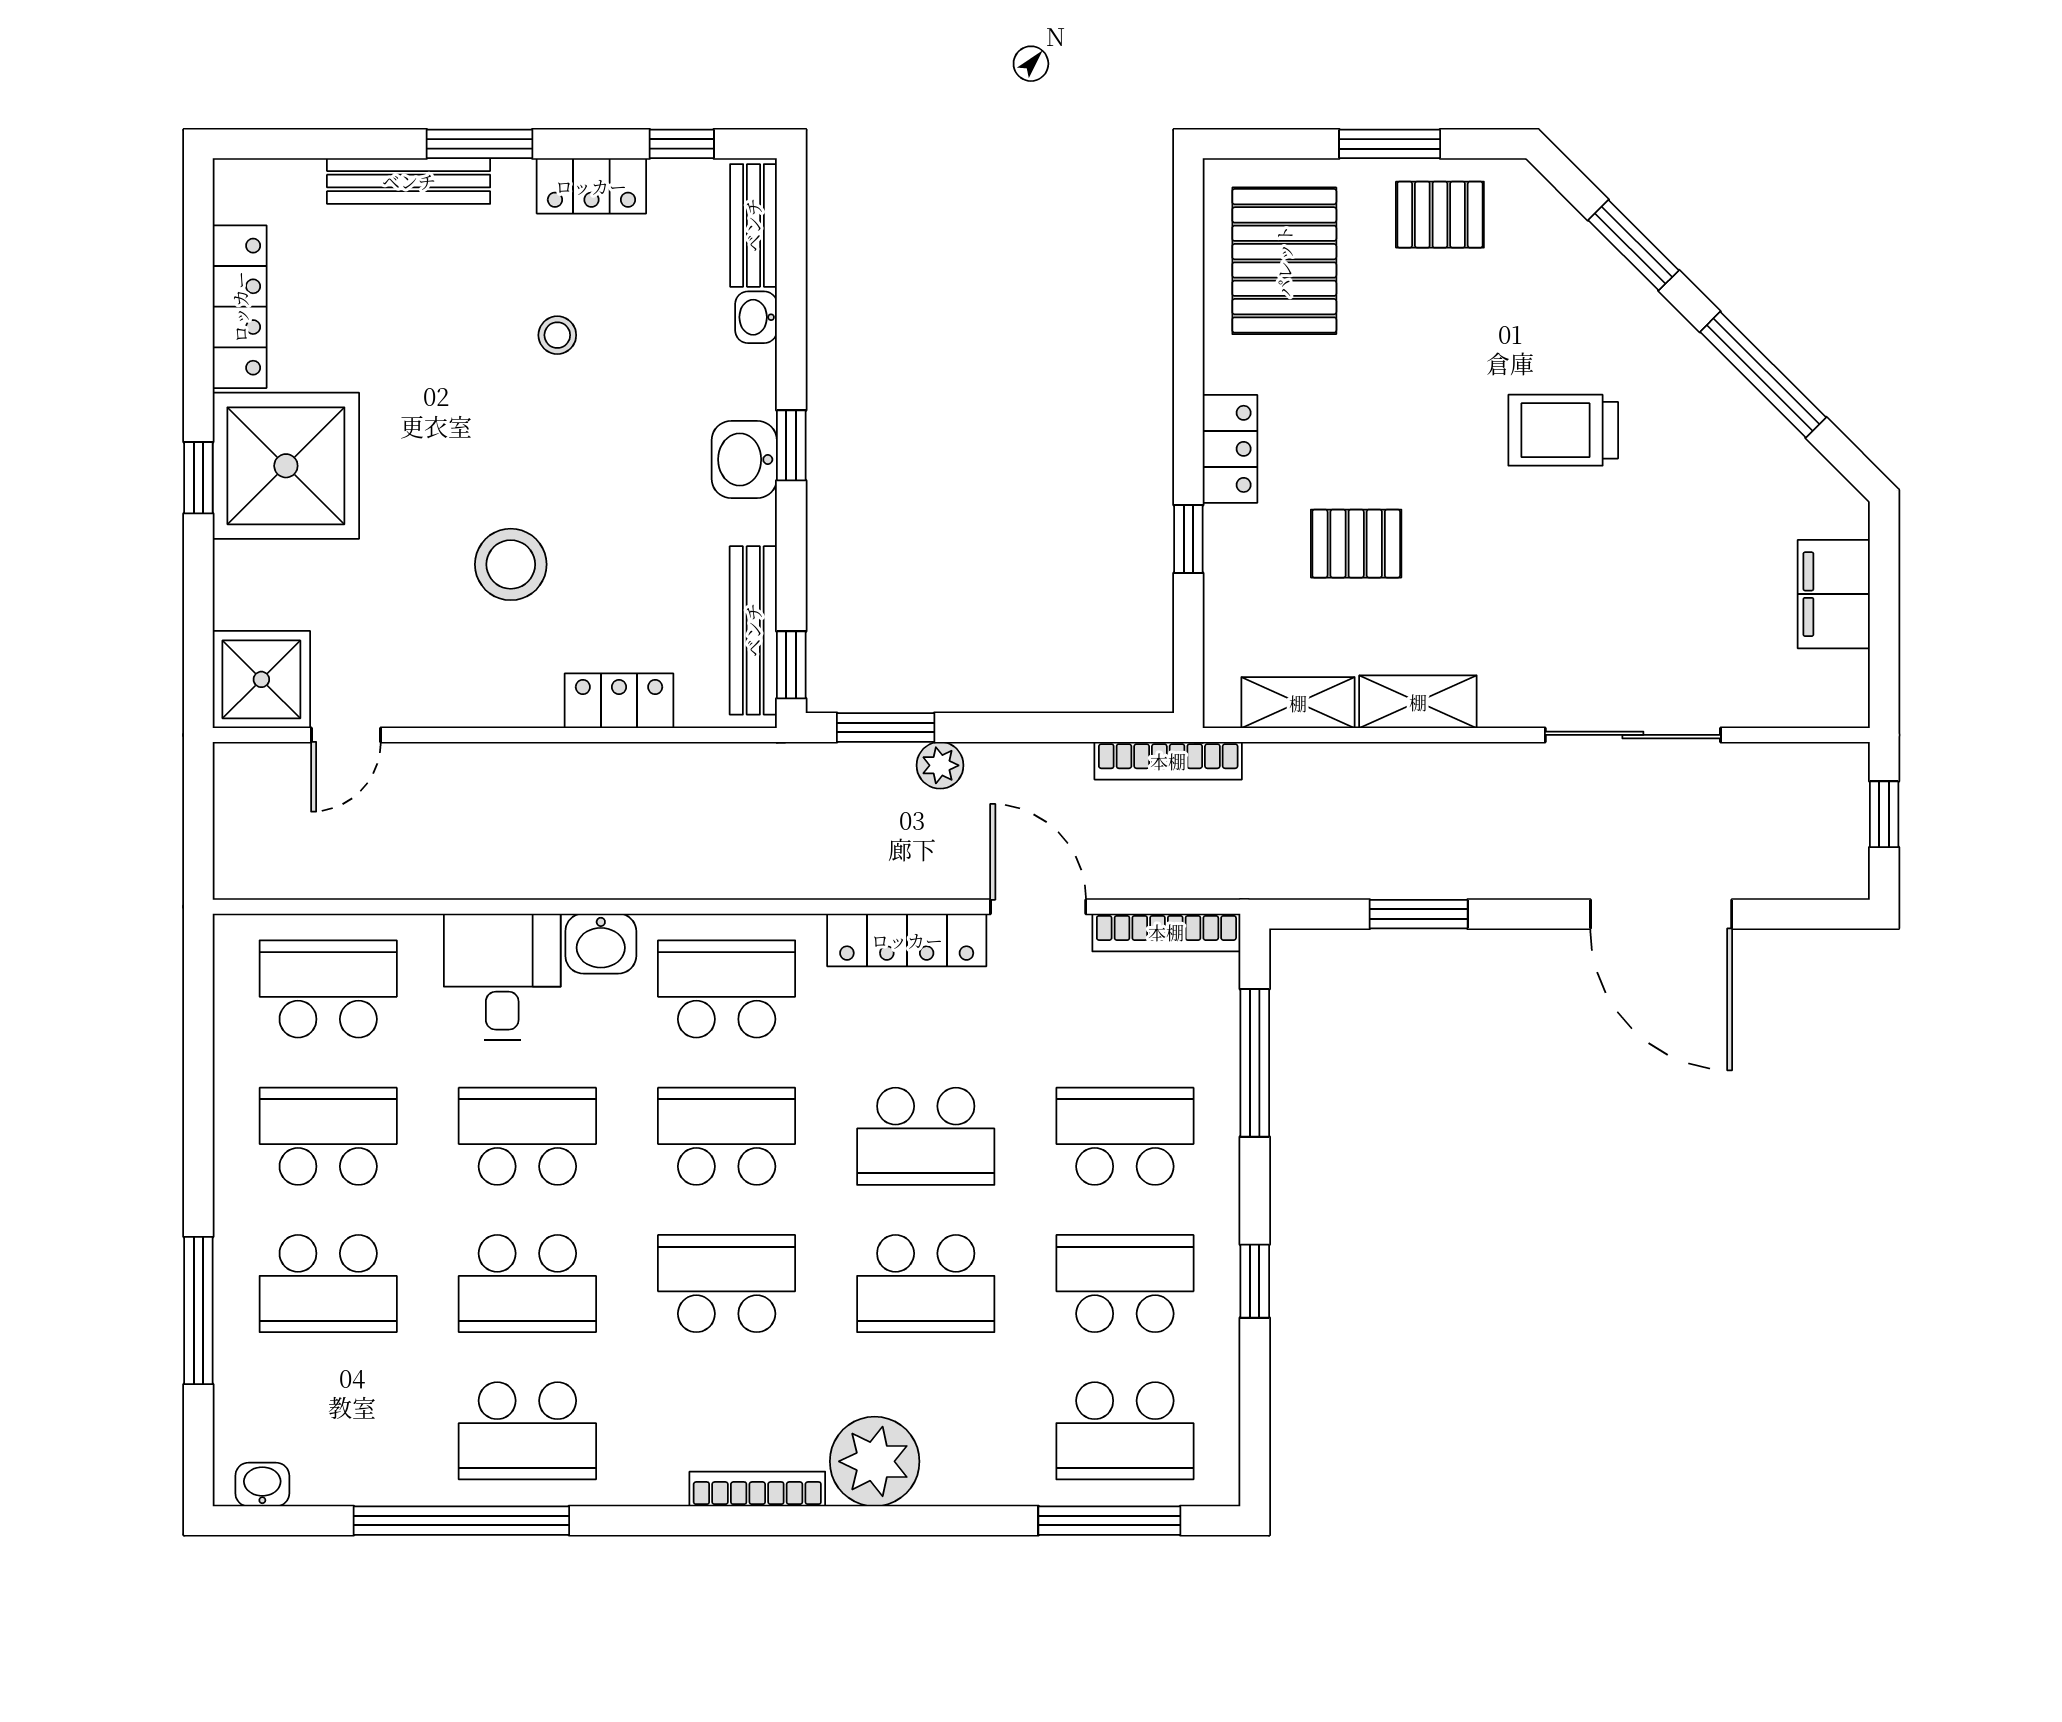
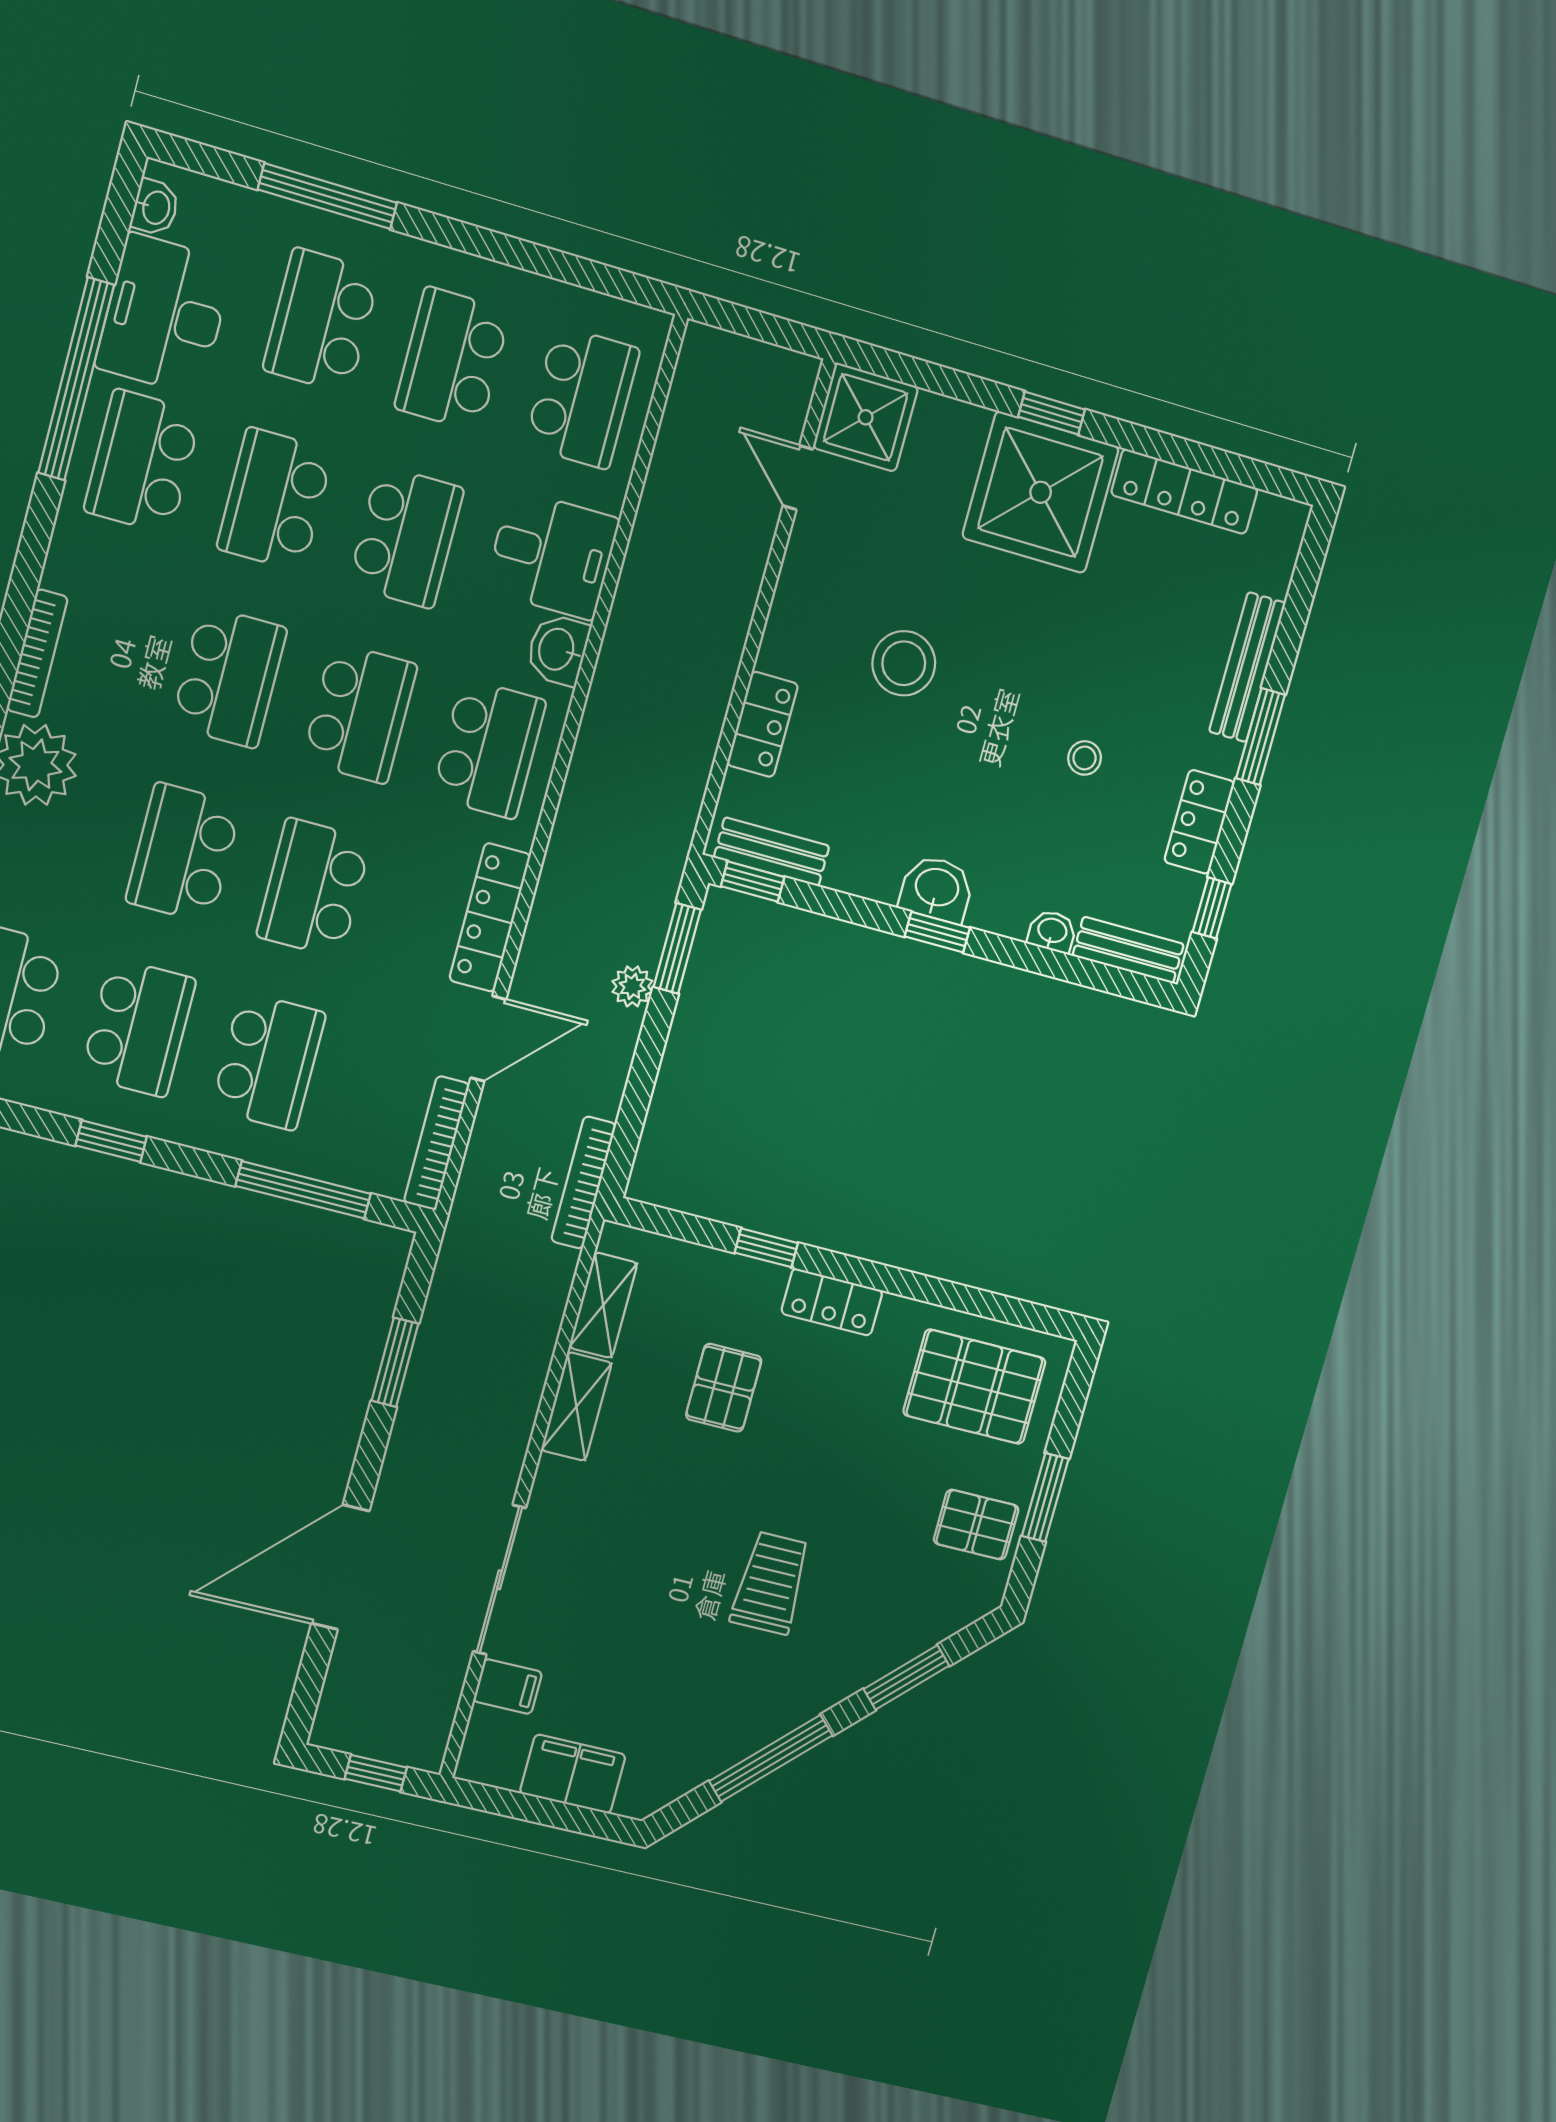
pallet: (1440, 215) -> (976, 1525), turned 90
bench: (753, 630) -> (772, 852), width x0.73
filing cabinet: (1751, 694) -> (508, 1687), added
school desk: (328, 1136) -> (453, 359), turned 180
desk: (369, 1447) -> (164, 315), added

